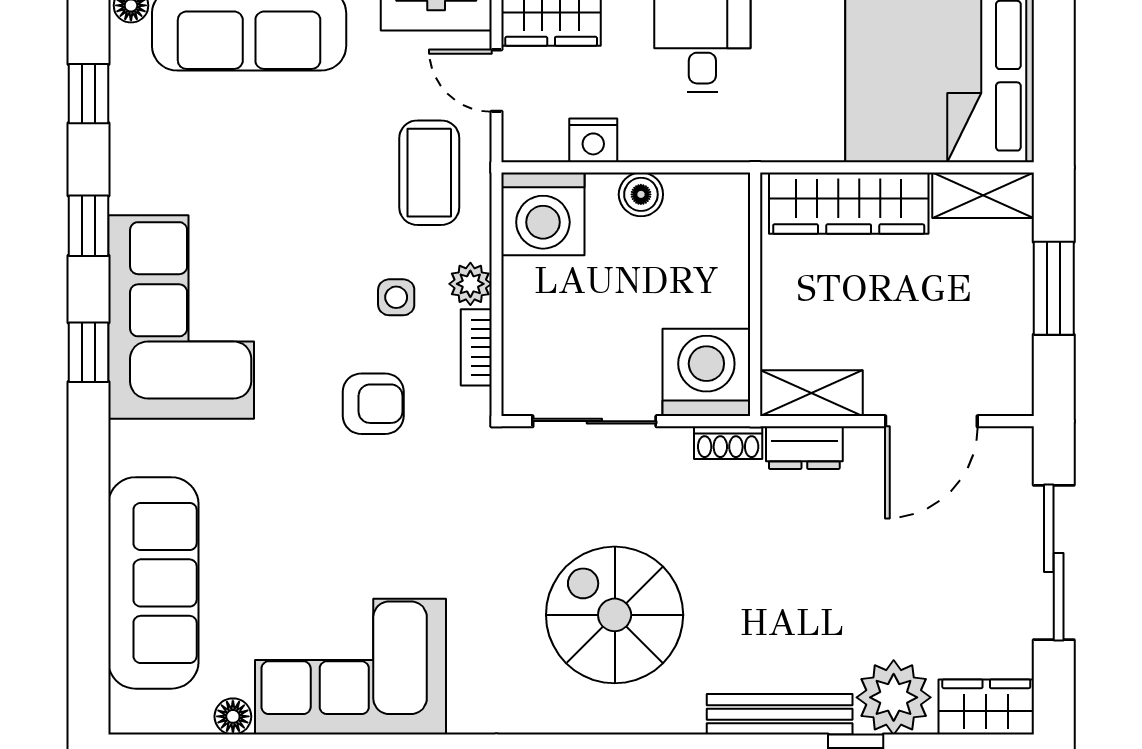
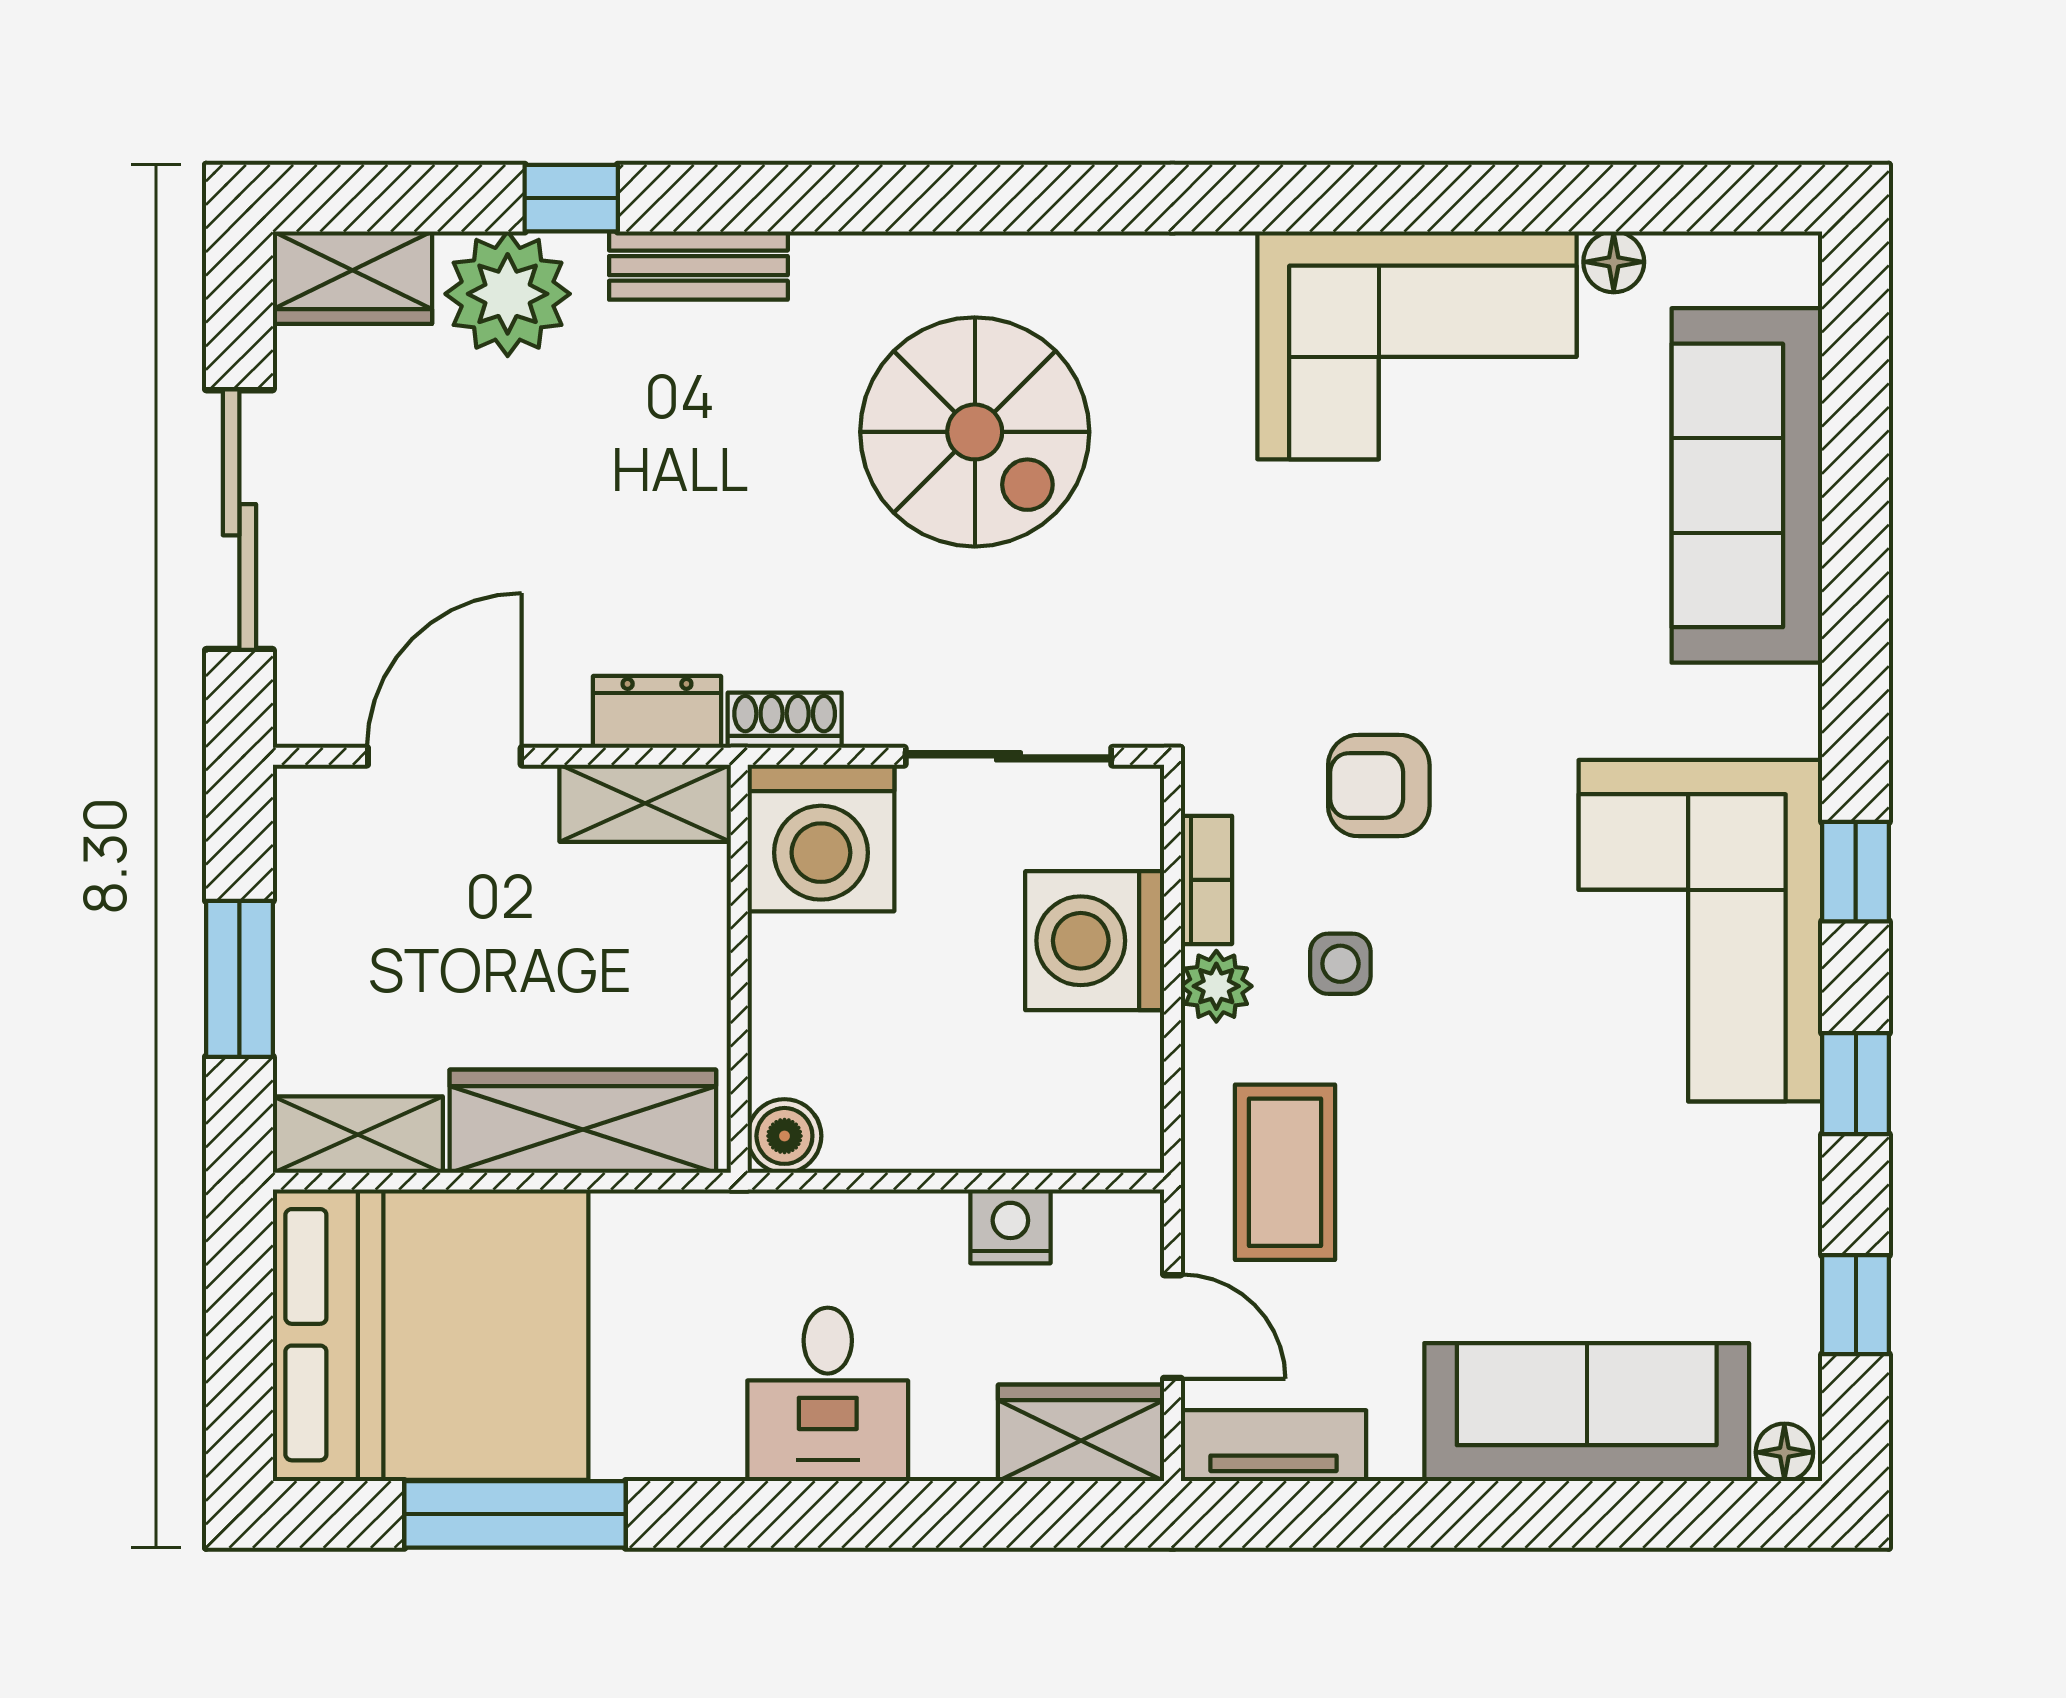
boiler: (641, 194) -> (784, 1136), moved
washing machine: (543, 214) -> (1095, 941), moved, turned -90
bench: (780, 714) -> (698, 266), width x0.73

